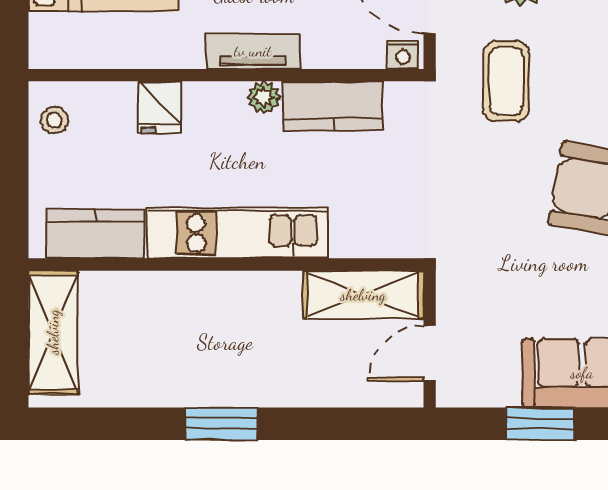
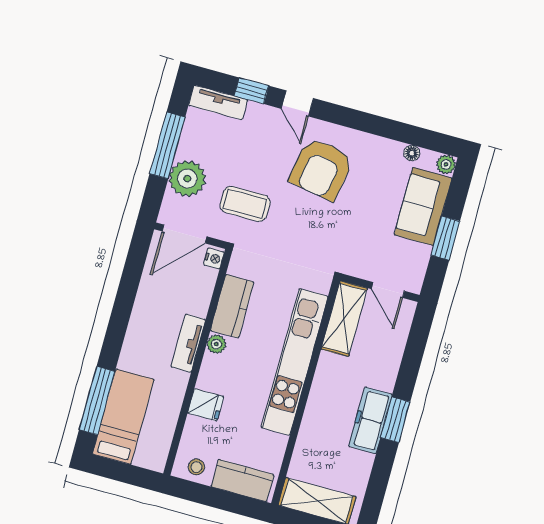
kitchen unit: (237, 233) -> (295, 362), width x1.36
kitchen counter: (95, 234) -> (242, 481), moved, turned 90
freezer: (209, 383) -> (370, 420), added

